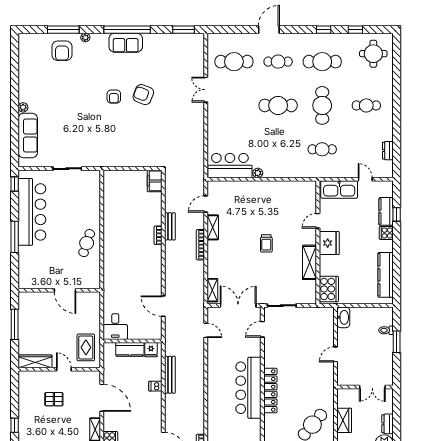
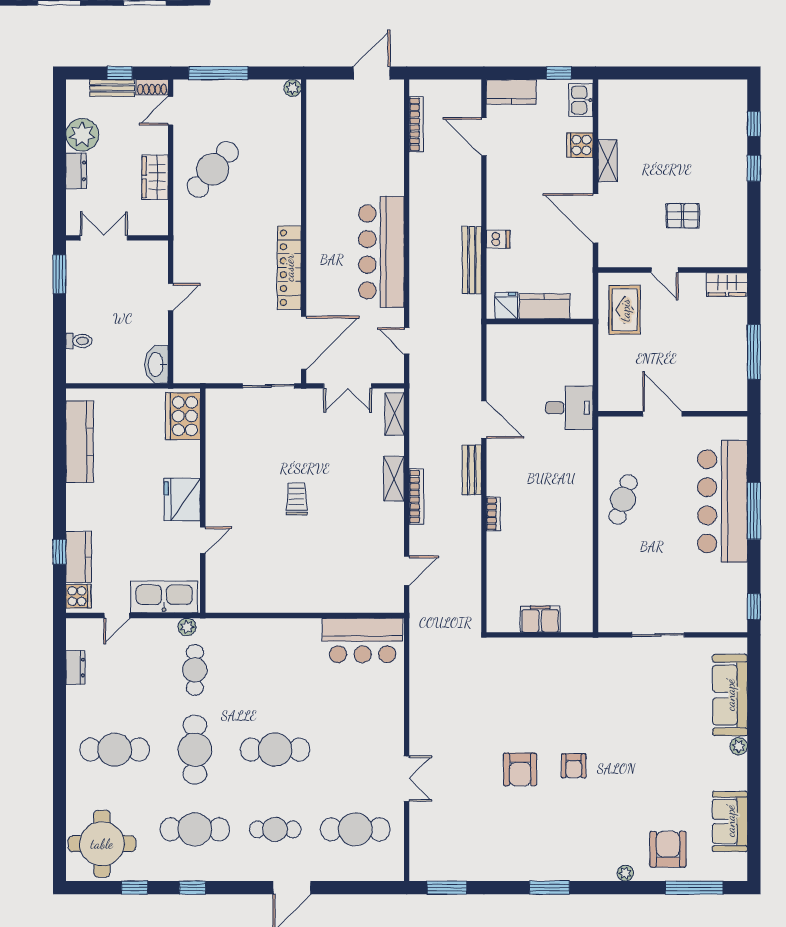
window: (63, 30) -> (694, 888), moved
window: (127, 30) -> (549, 888), width x0.47
sofa: (126, 43) -> (730, 821), moved, turned -90
round table: (373, 54) -> (102, 844), width x1.36, depth x1.36
armchair: (143, 95) -> (520, 770), turned 69
armchair: (114, 97) -> (574, 766), turned 180
cafe table: (366, 105) -> (115, 750), width x1.37, depth x1.35
cafe table: (322, 149) -> (195, 670), turned 90
plant: (258, 173) -> (187, 627), moved
door: (365, 179) -> (117, 616), hinge flipped
filing cabinet: (155, 181) -> (540, 619), moved, turned -90
bar counter: (32, 212) -> (723, 501), moved
bench: (170, 226) -> (472, 470), moved
shelving: (213, 227) -> (394, 479), moved
cooker: (386, 233) -> (78, 596), moved
shelving: (310, 262) -> (218, 464), removed
door: (163, 306) -> (484, 420), moved
double door: (238, 306) -> (348, 386), width x0.73
desk: (115, 327) -> (569, 408), moved, turned 90
door: (262, 329) -> (304, 343), width x1.87
window: (397, 342) -> (59, 274), moved
wardrobe: (35, 361) -> (727, 284), width x0.67
bar counter: (248, 388) -> (381, 252), moved, turned 180
locker: (270, 391) -> (289, 268), moved

